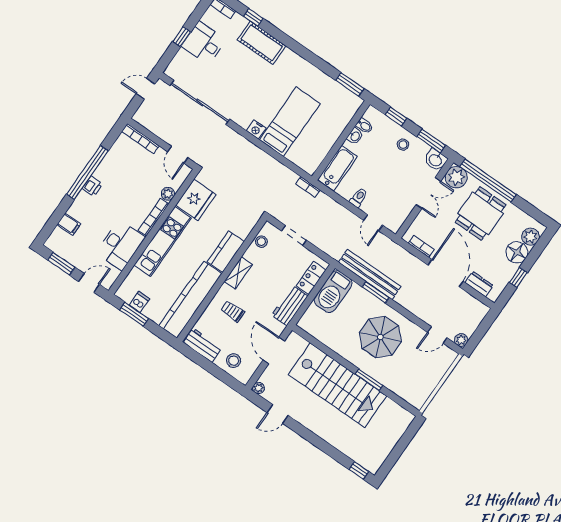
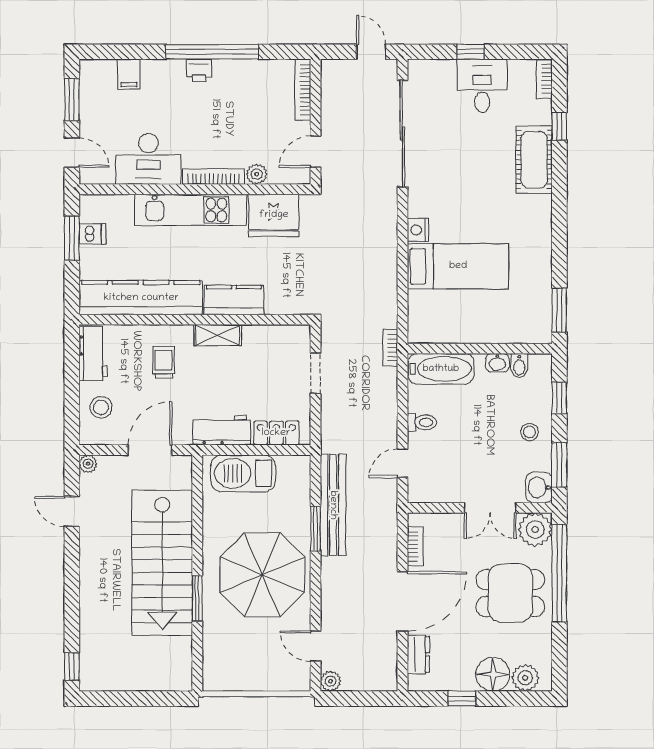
stool: (261, 242) -> (279, 337), removed
barbecue: (333, 292) -> (243, 473), moved
parasol: (380, 337) -> (262, 575), width x1.36, depth x1.36

